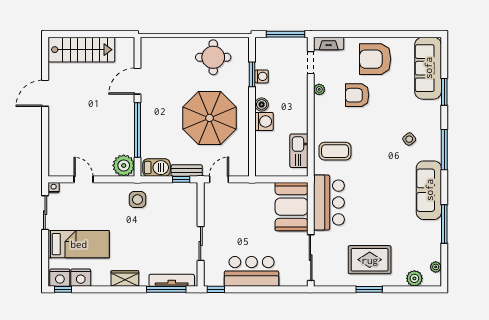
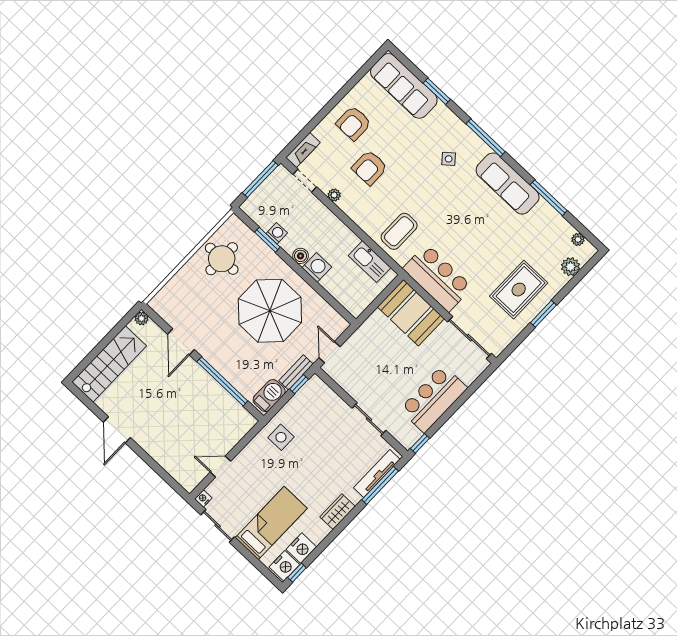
armchair: (375, 59) -> (354, 123), width x0.73, depth x0.73
plant: (124, 165) -> (142, 319), moved, width x0.53, depth x0.53

